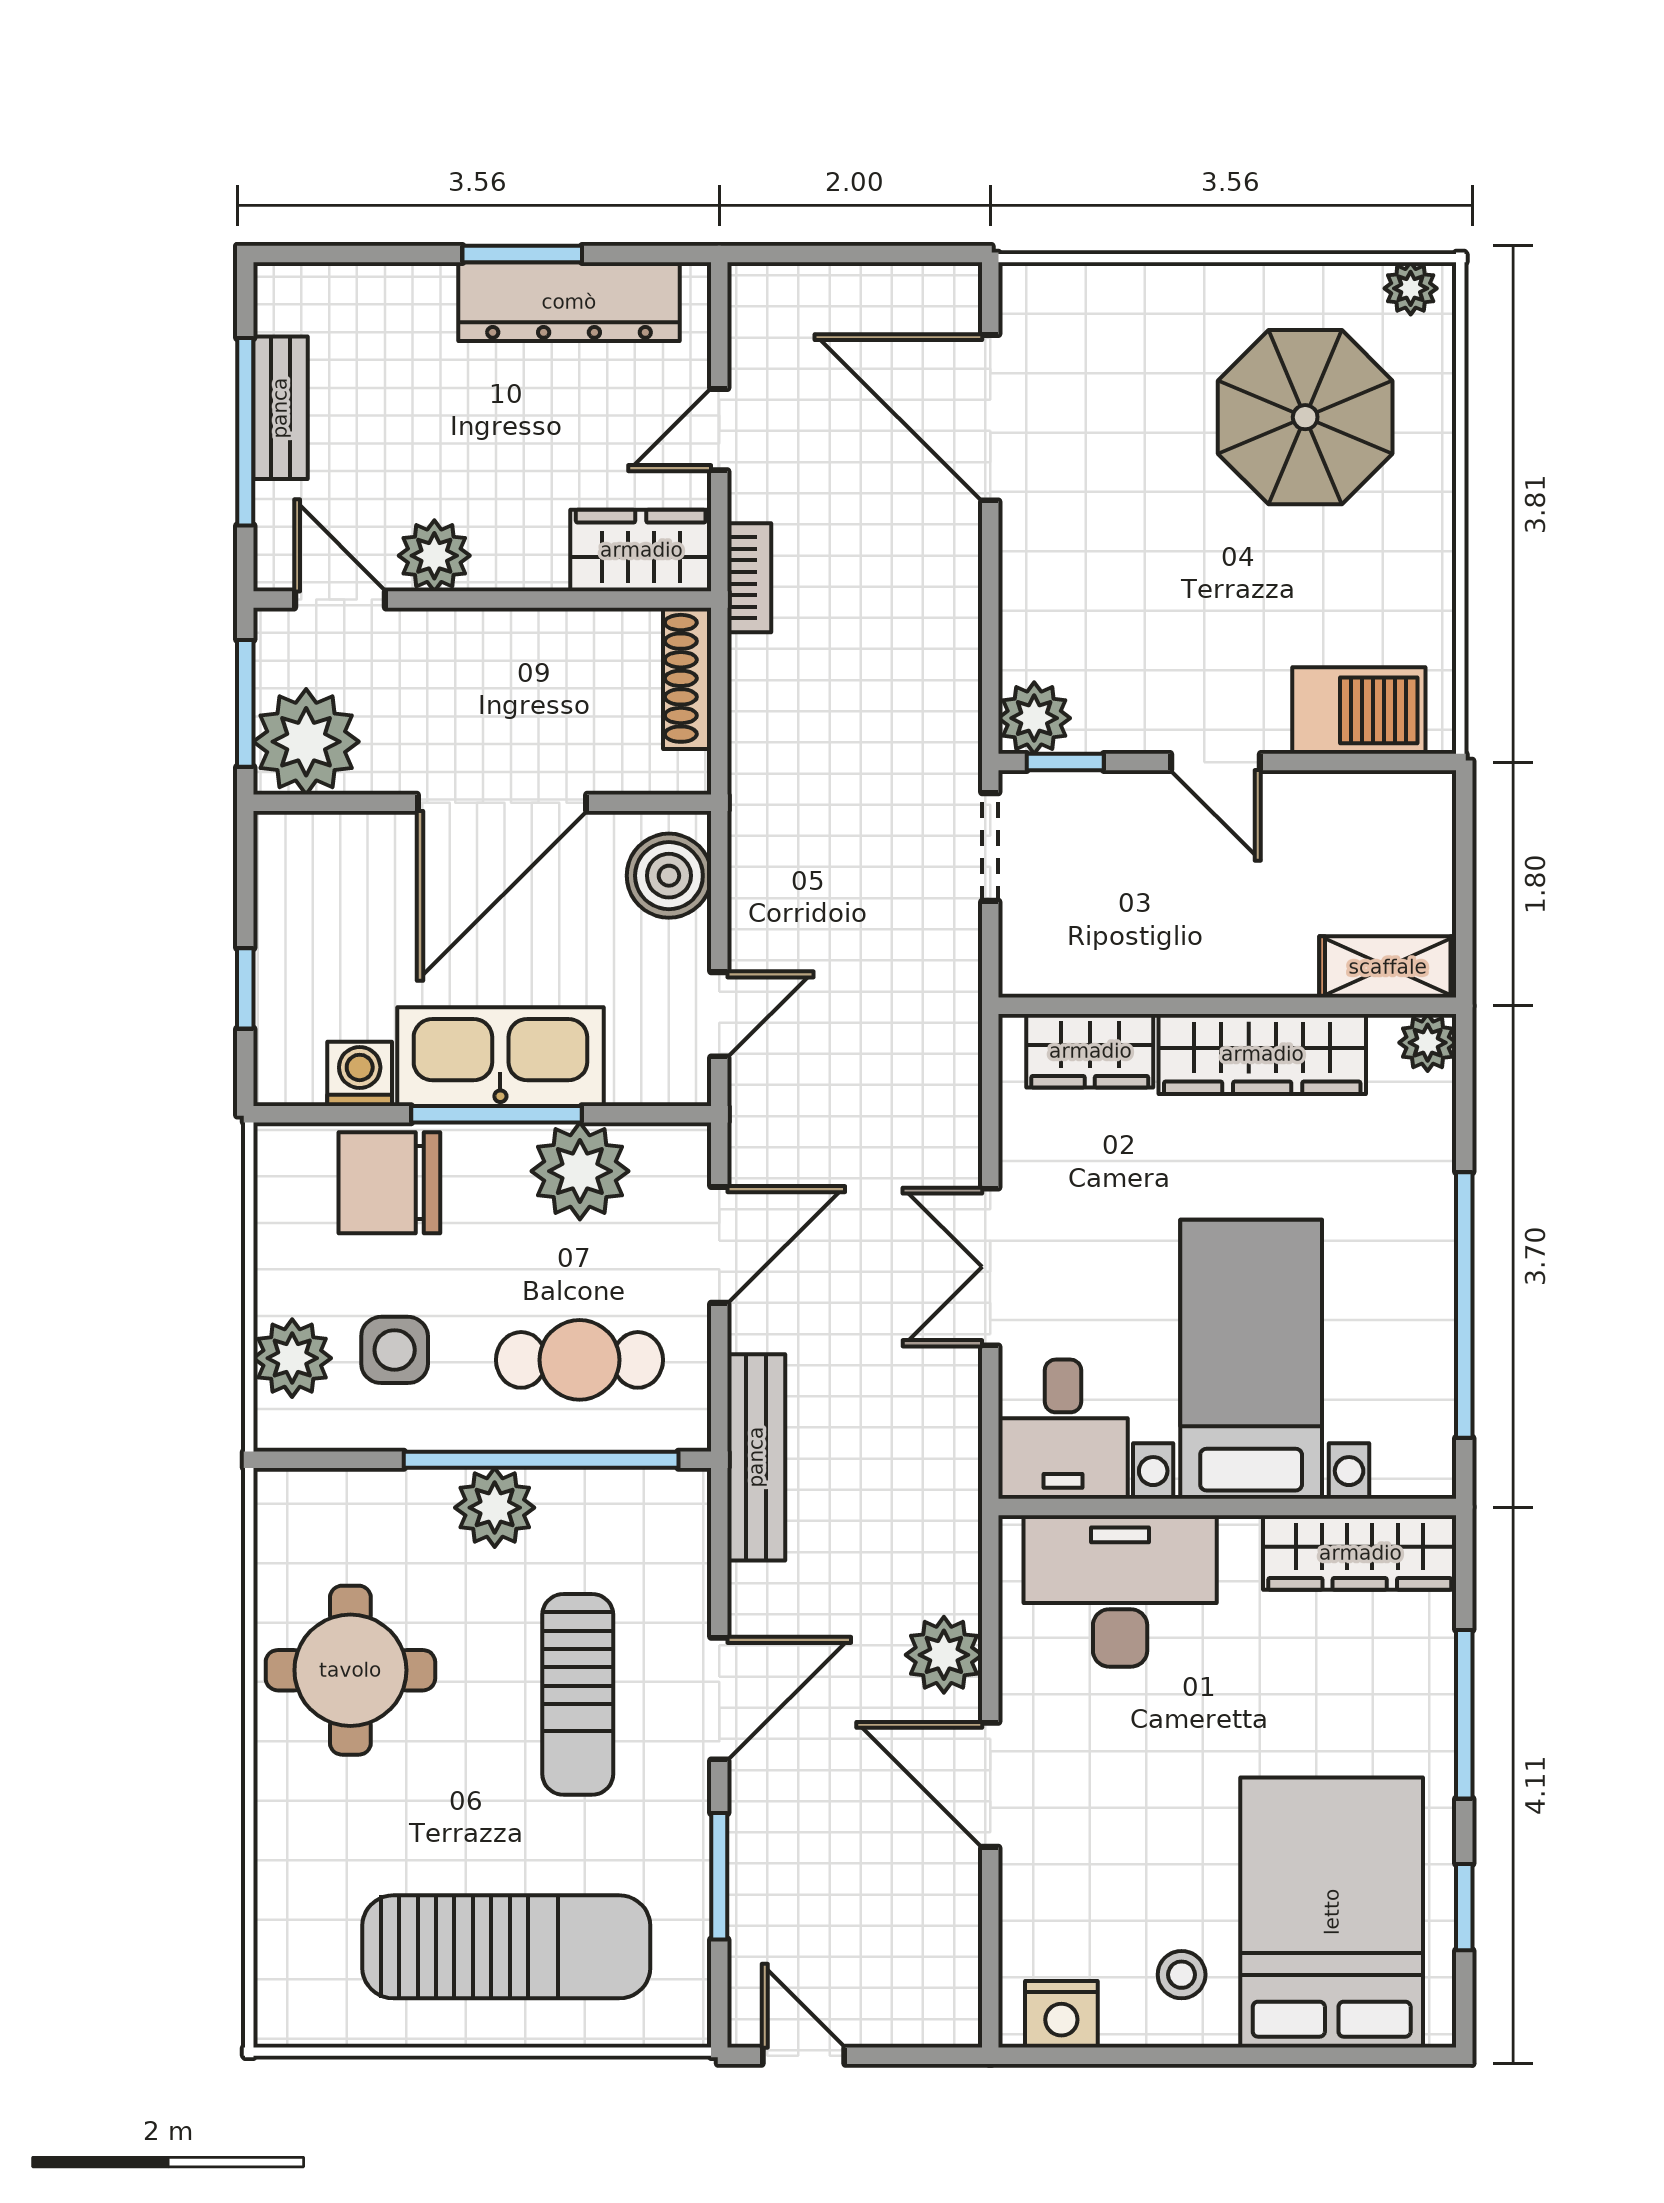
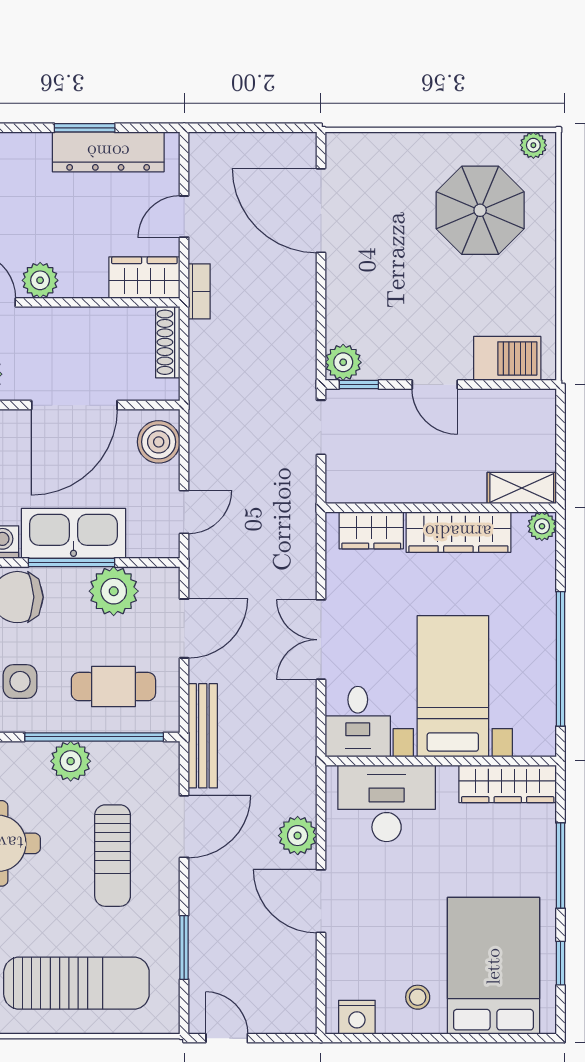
door: (719, 1699) -> (184, 827), moved

